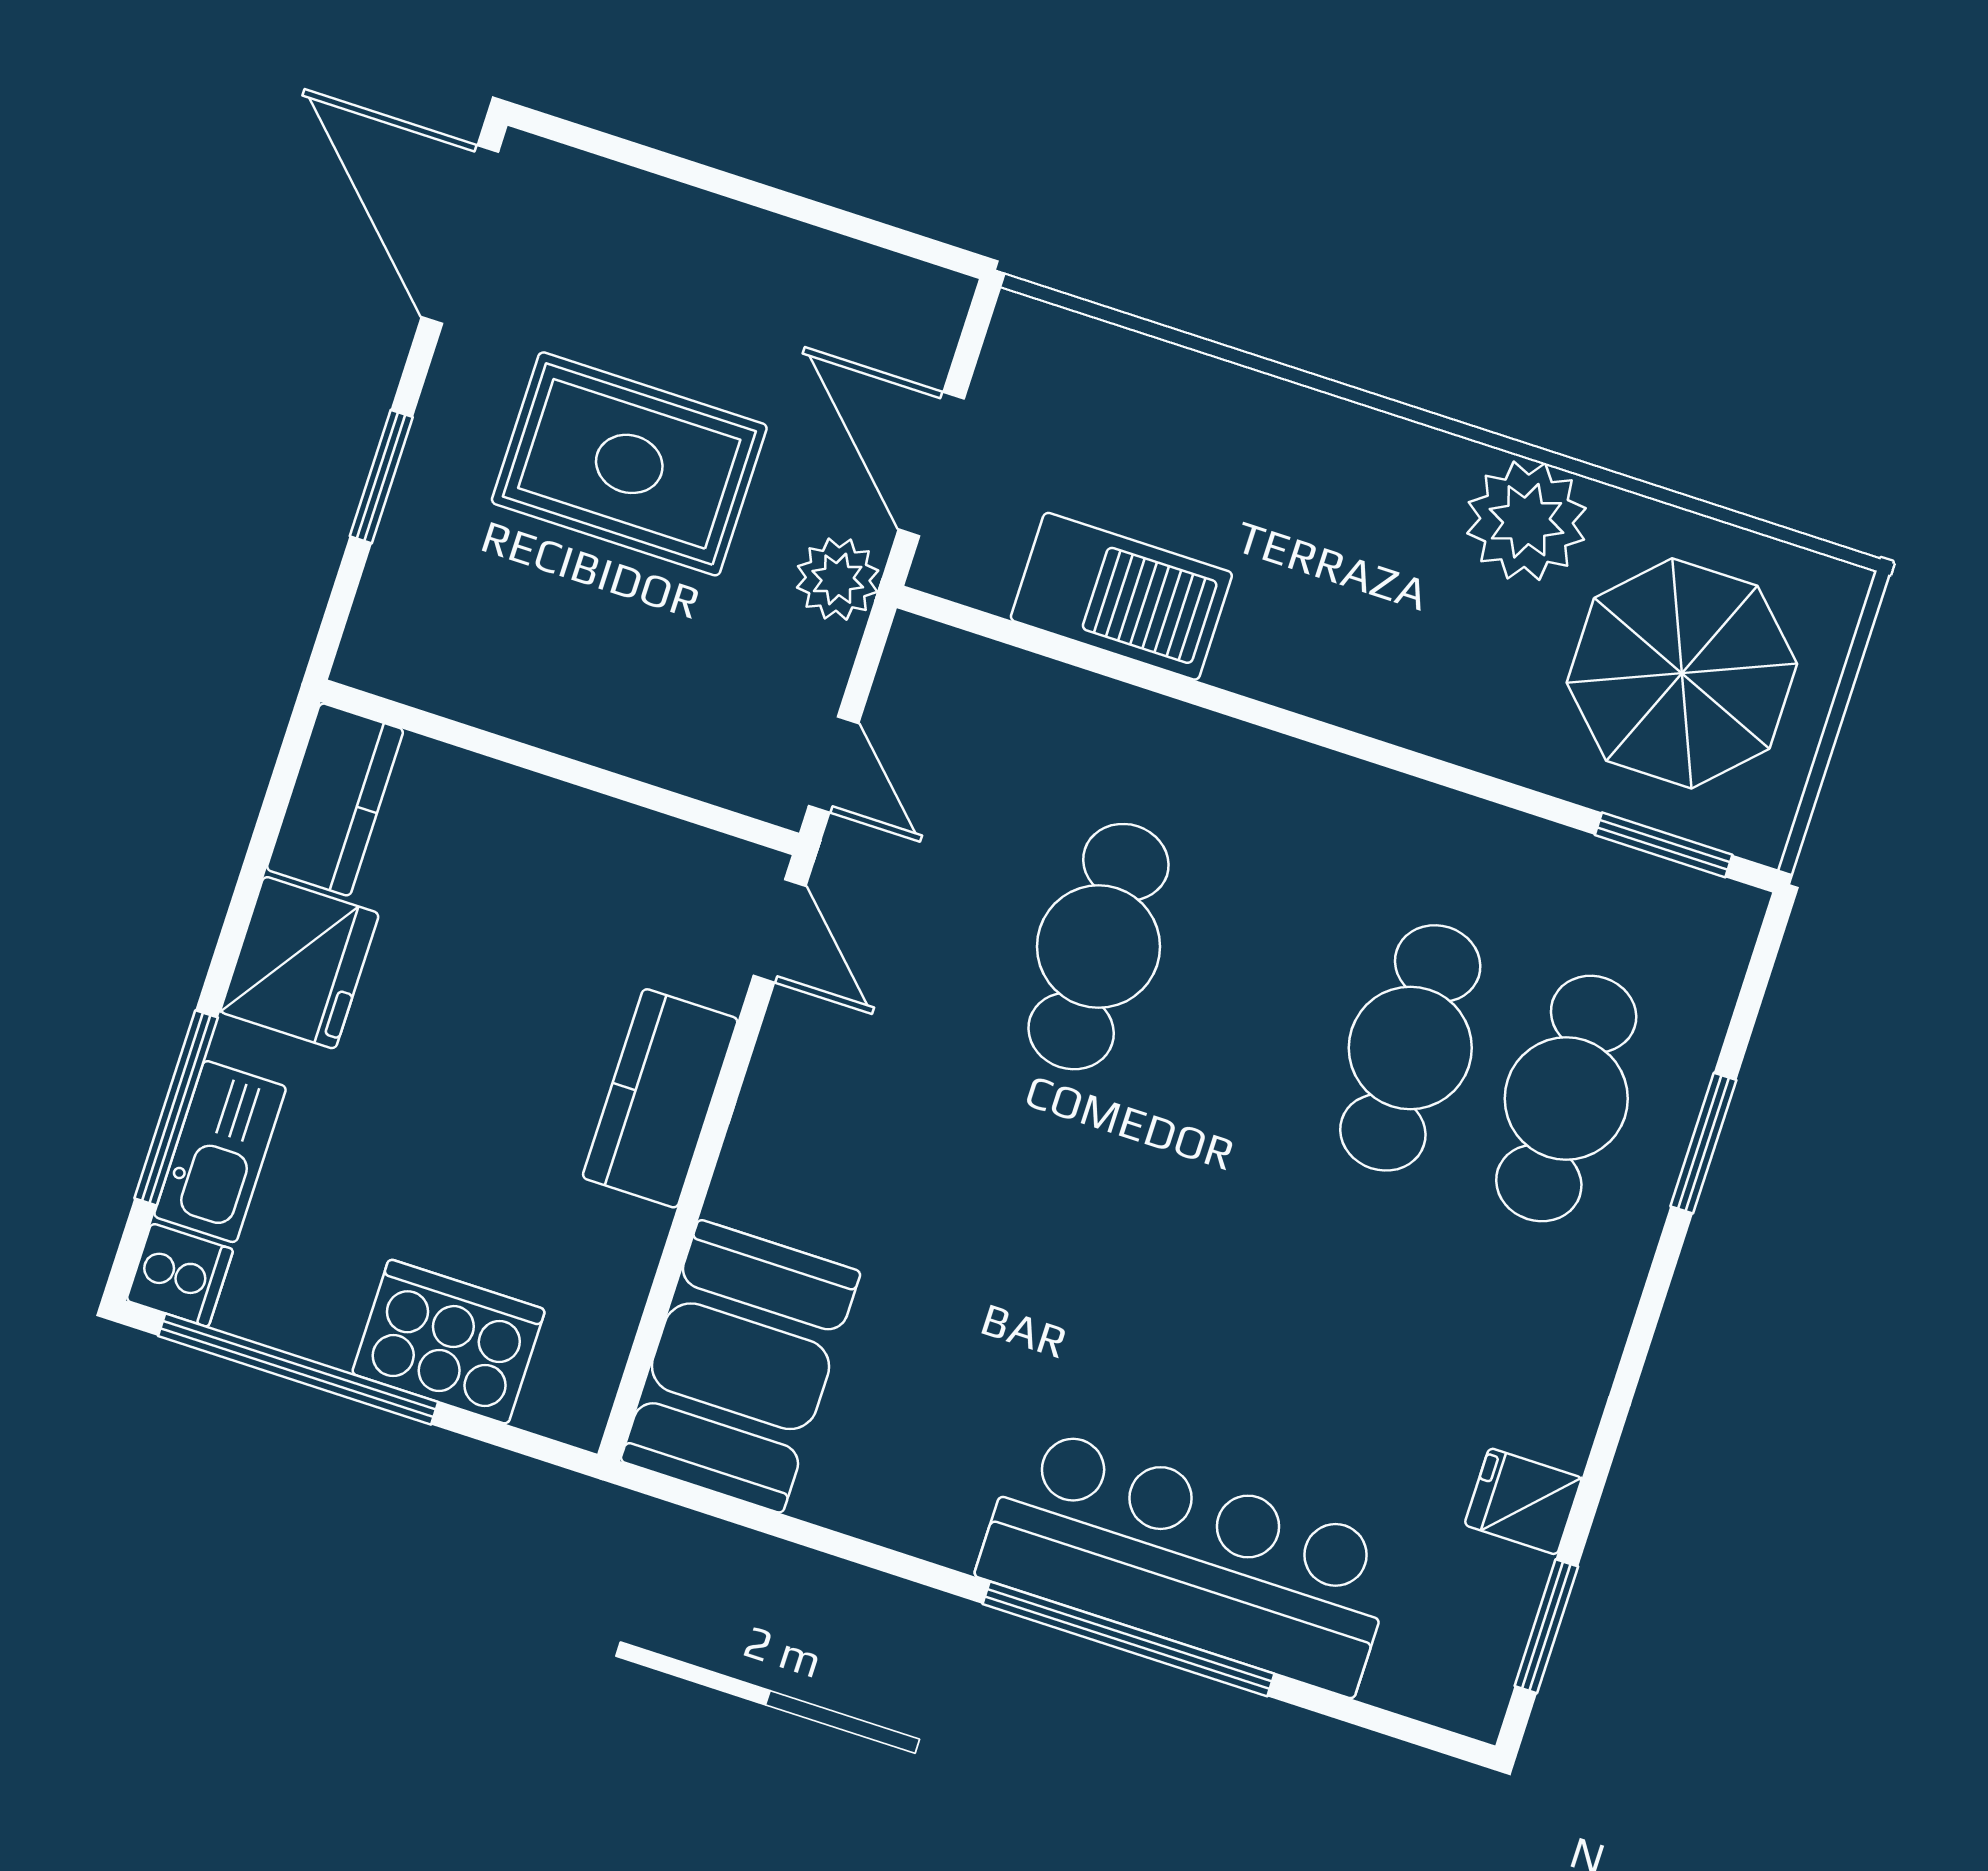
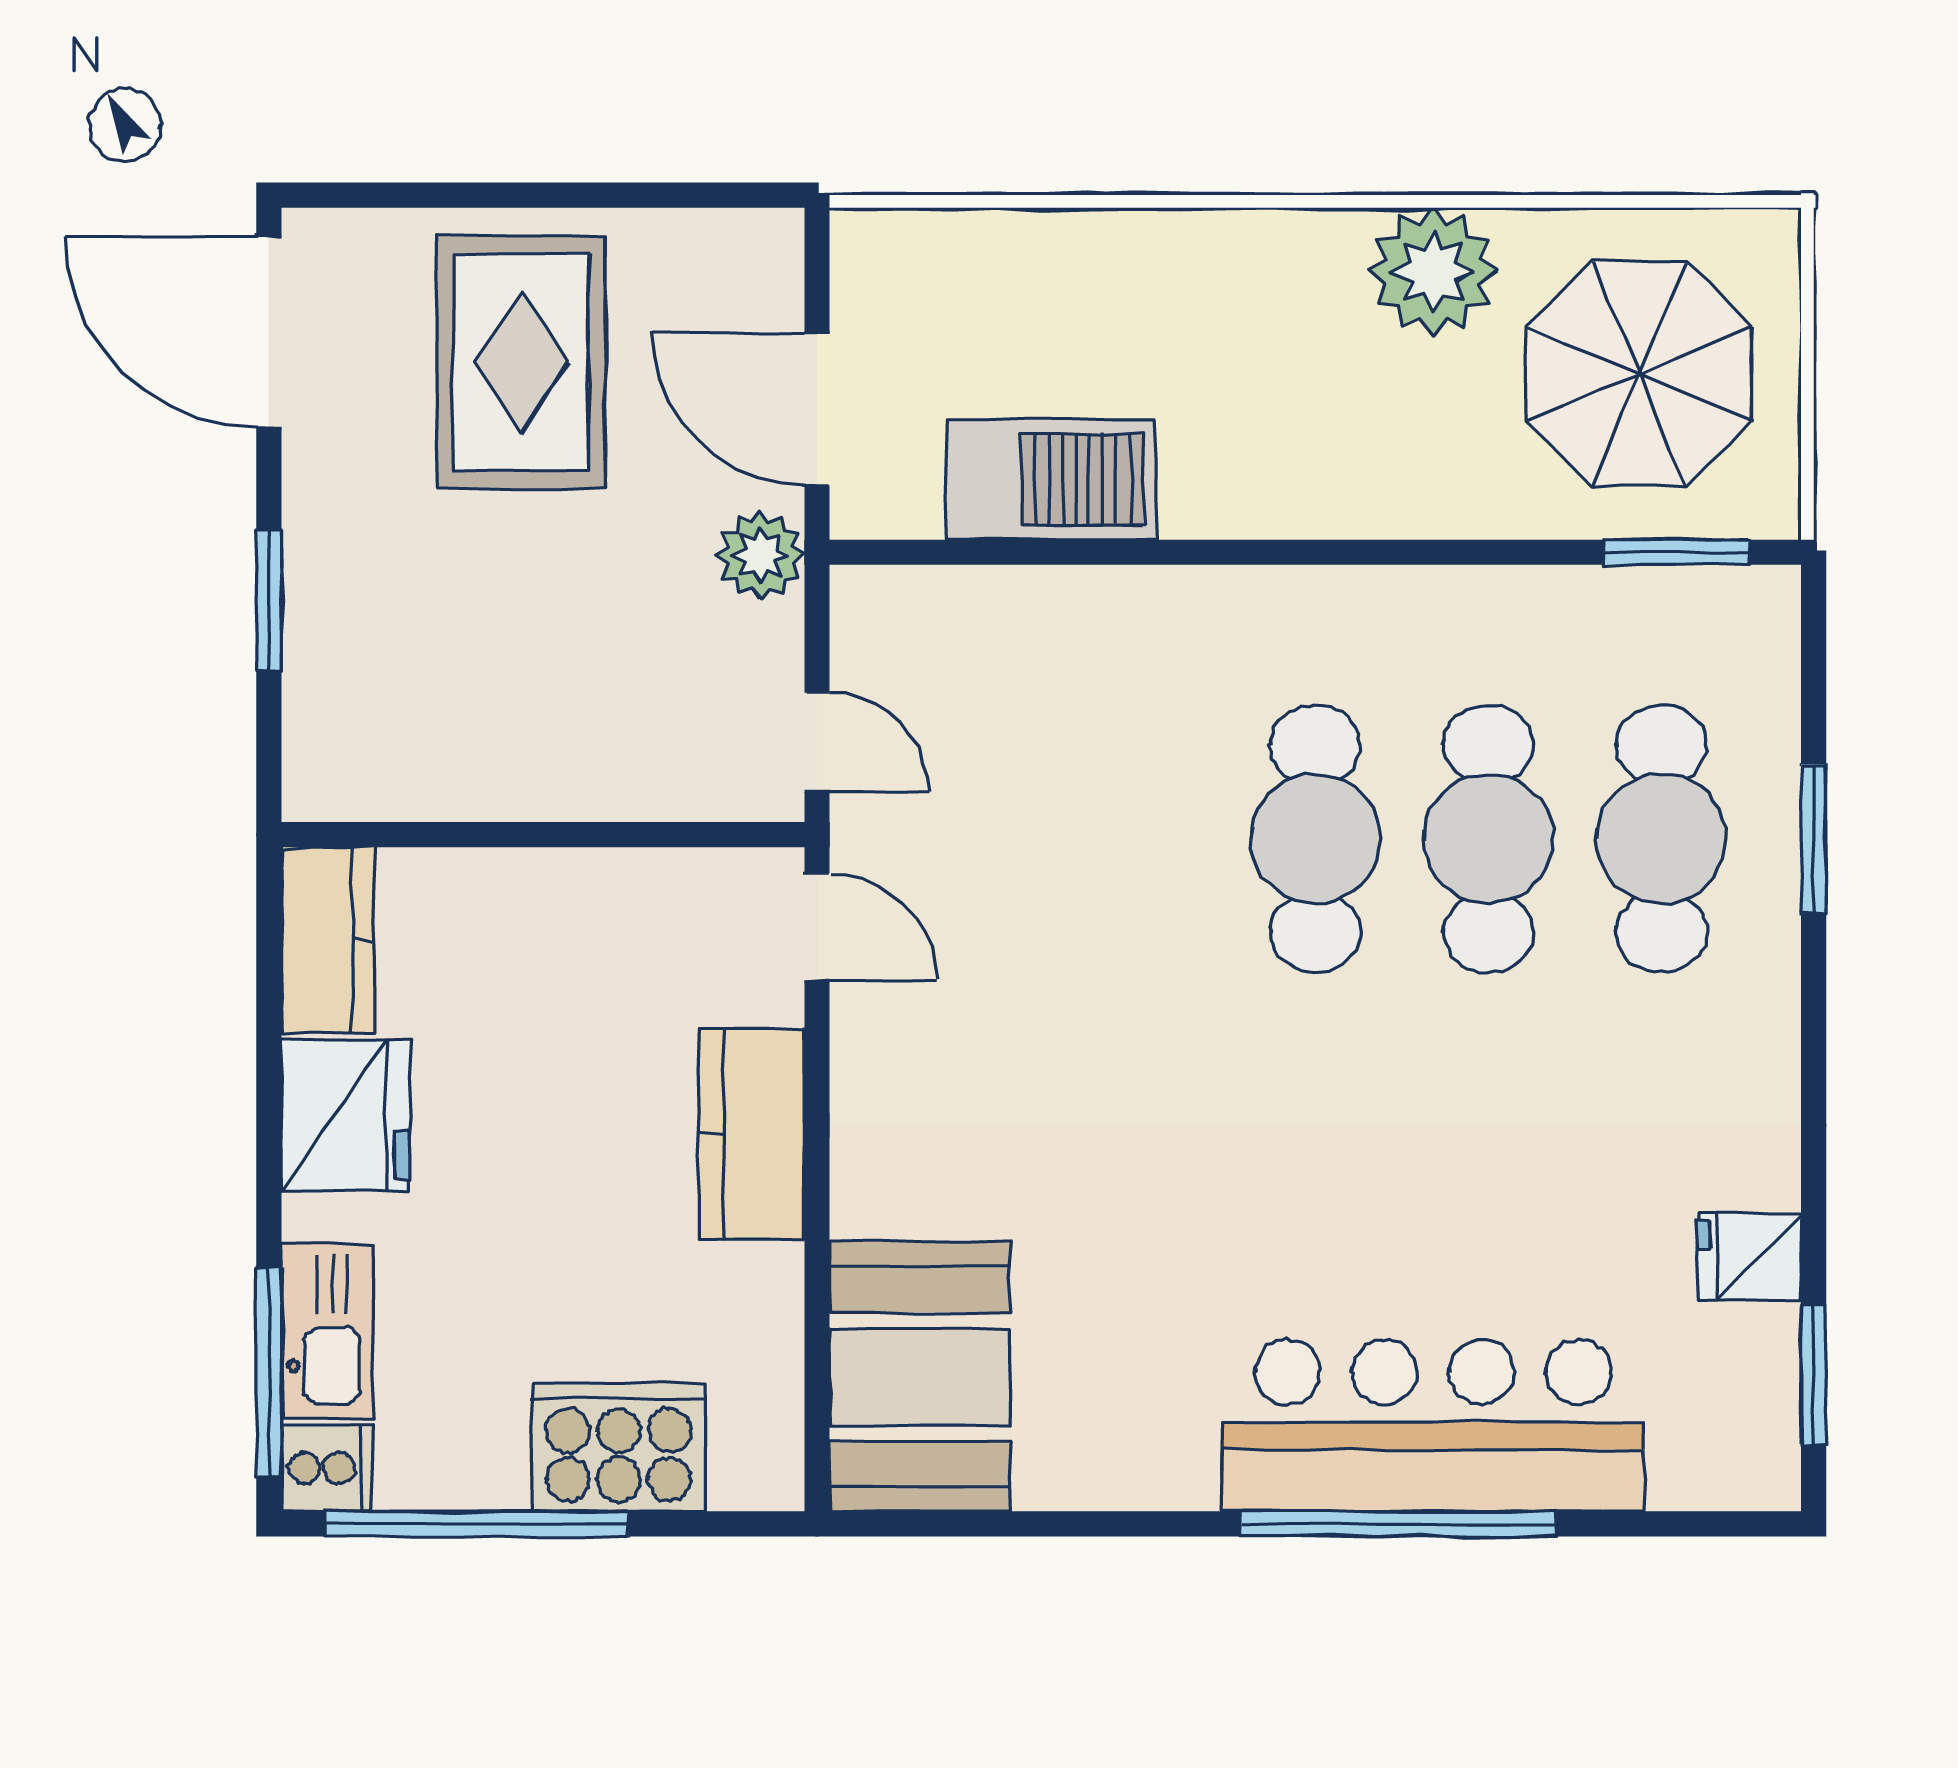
rug: (629, 464) -> (521, 363), moved, turned 90
cafe table: (1098, 947) -> (1315, 839), moved
window: (176, 1108) -> (269, 1372), moved

